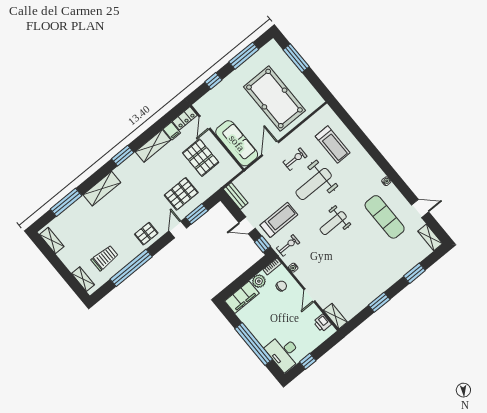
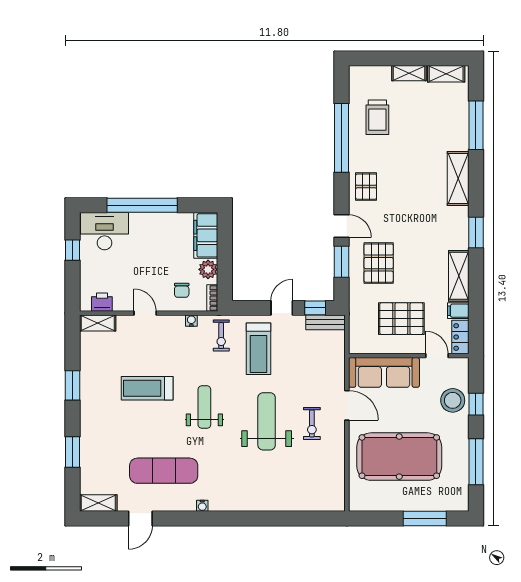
stool: (222, 95) -> (453, 400), added
treadmill: (333, 144) -> (147, 388), moved
window: (262, 244) -> (315, 308), moved
shelving: (83, 279) -> (409, 73), moved

